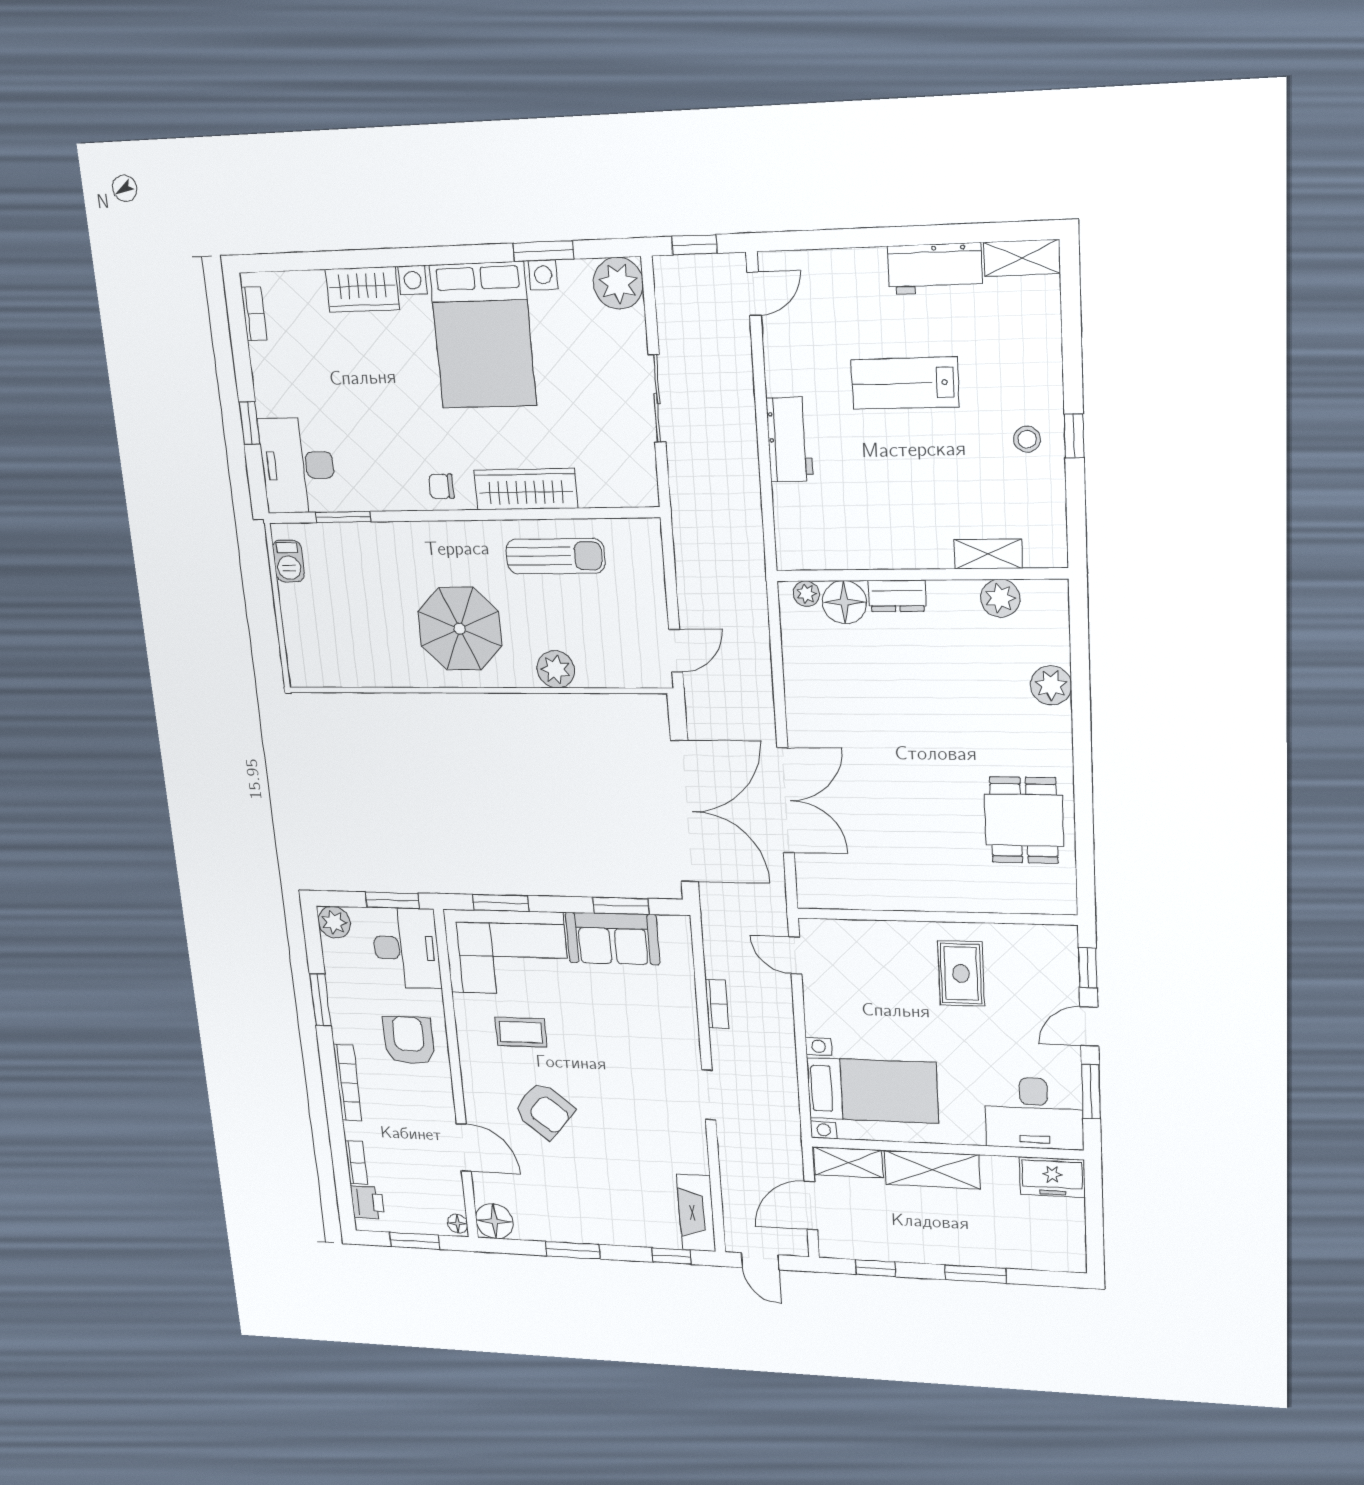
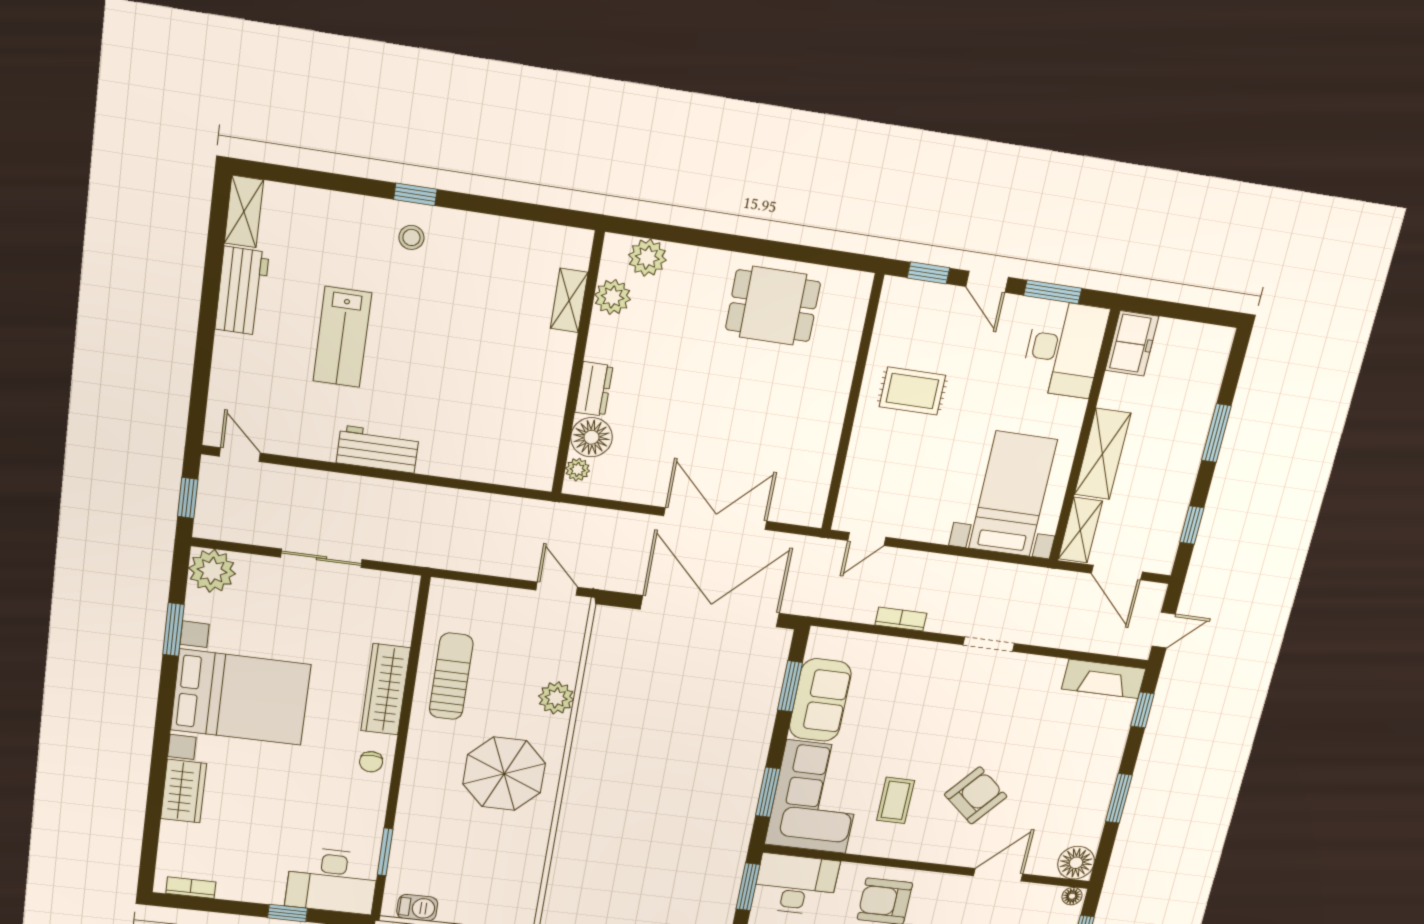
shelving: (988, 554) -> (569, 300), moved
wall: (921, 575) -> (578, 364), moved
plant: (806, 594) -> (578, 470), moved
dresser: (897, 596) -> (594, 389), moved
plant: (1000, 598) -> (613, 297), moved
floor lamp: (844, 602) -> (591, 437), moved

